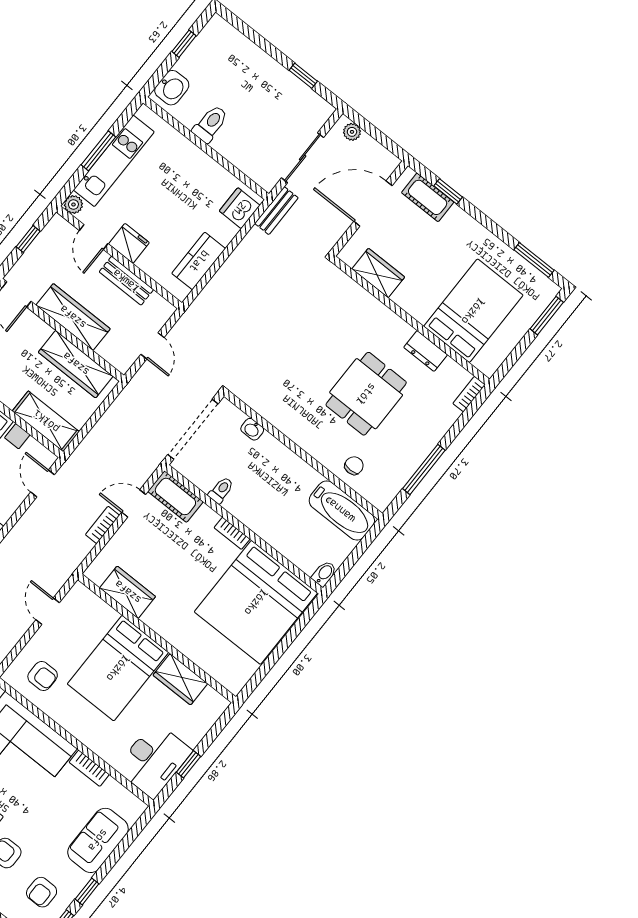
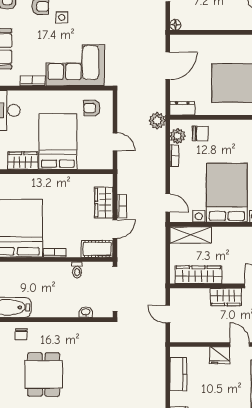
bench: (126, 281) -> (206, 336), removed
wardrobe: (73, 317) -> (226, 297), width x0.67
wardrobe: (128, 592) -> (104, 202), moved, turned 90

